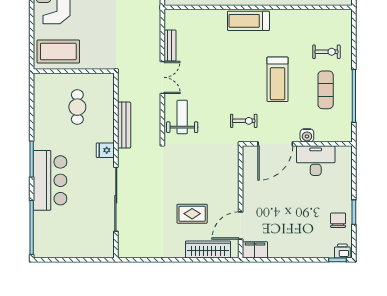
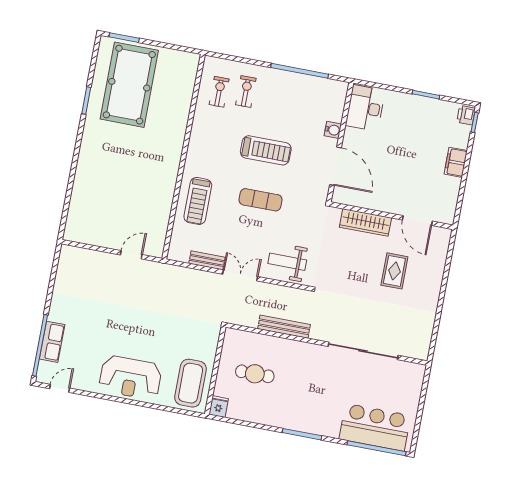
treadmill: (248, 21) -> (198, 201), moved
exercise mat: (326, 90) -> (261, 200), moved
exercise bike: (244, 121) -> (219, 92), moved
fridge: (105, 150) -> (219, 407), moved, turned 180
desk: (316, 161) -> (365, 108), moved
bar counter: (50, 180) -> (375, 427), moved
chair: (338, 220) -> (431, 113), removed
wardrobe: (208, 250) -> (365, 222), moved, turned -90
filing cabinet: (255, 250) -> (456, 162), moved

